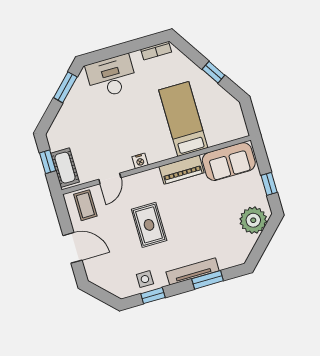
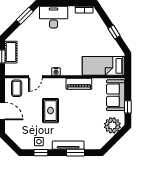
bed: (183, 119) -> (103, 66), moved, turned -90
sofa: (229, 162) -> (116, 95), moved, turned 90
cot: (65, 168) -> (11, 52), moved

